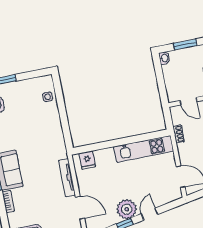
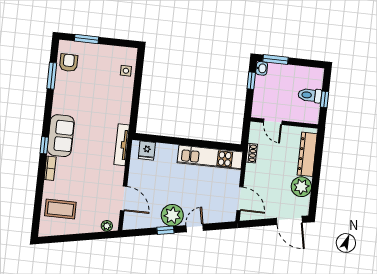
window: (185, 45) -> (275, 60), moved
window: (159, 71) -> (251, 81), added
tv unit: (67, 178) -> (122, 145), moved

